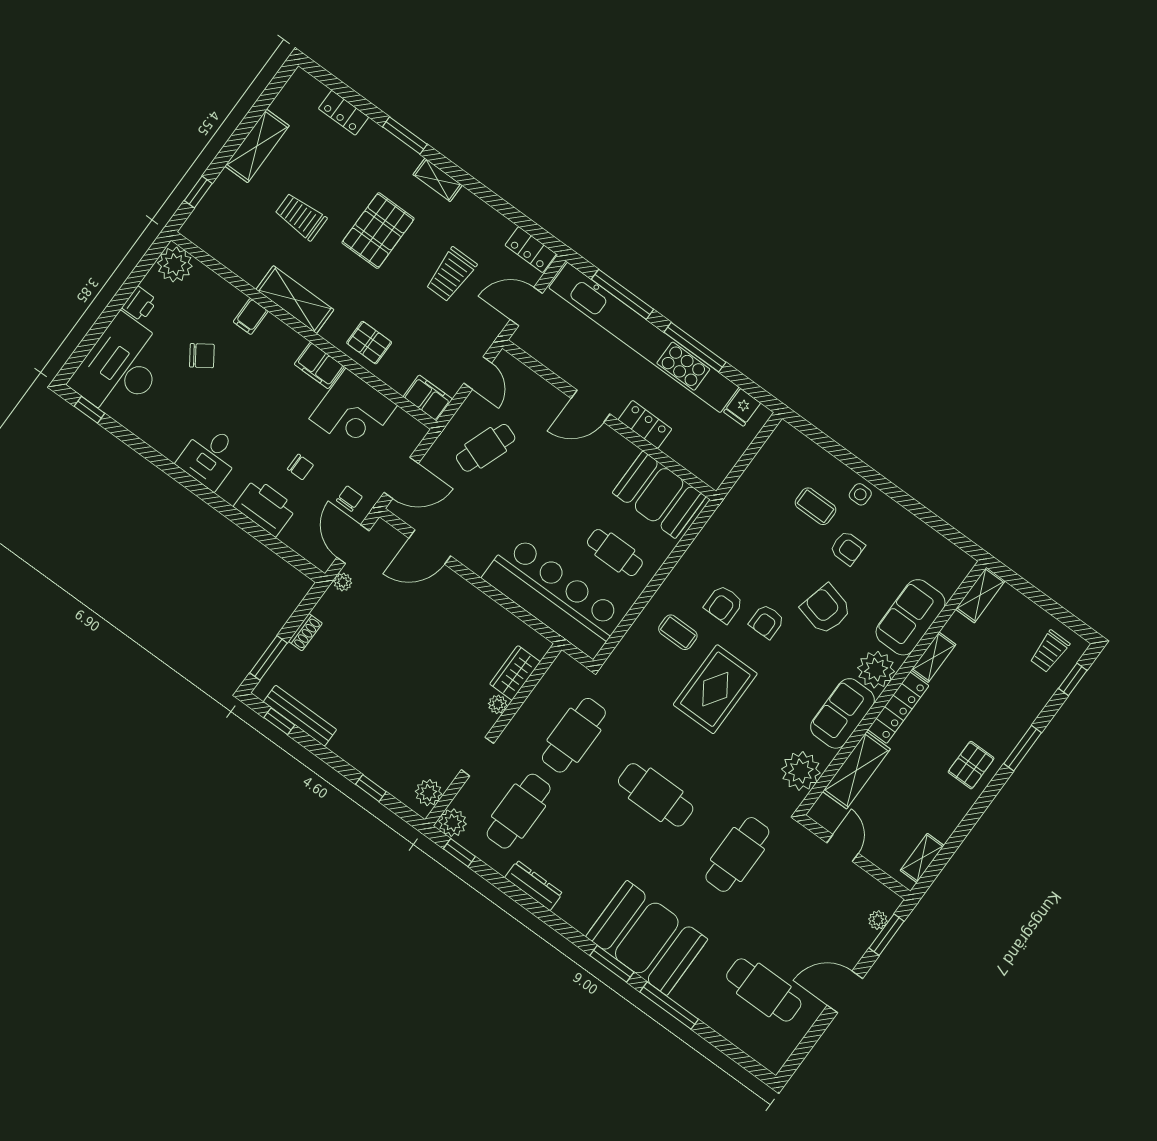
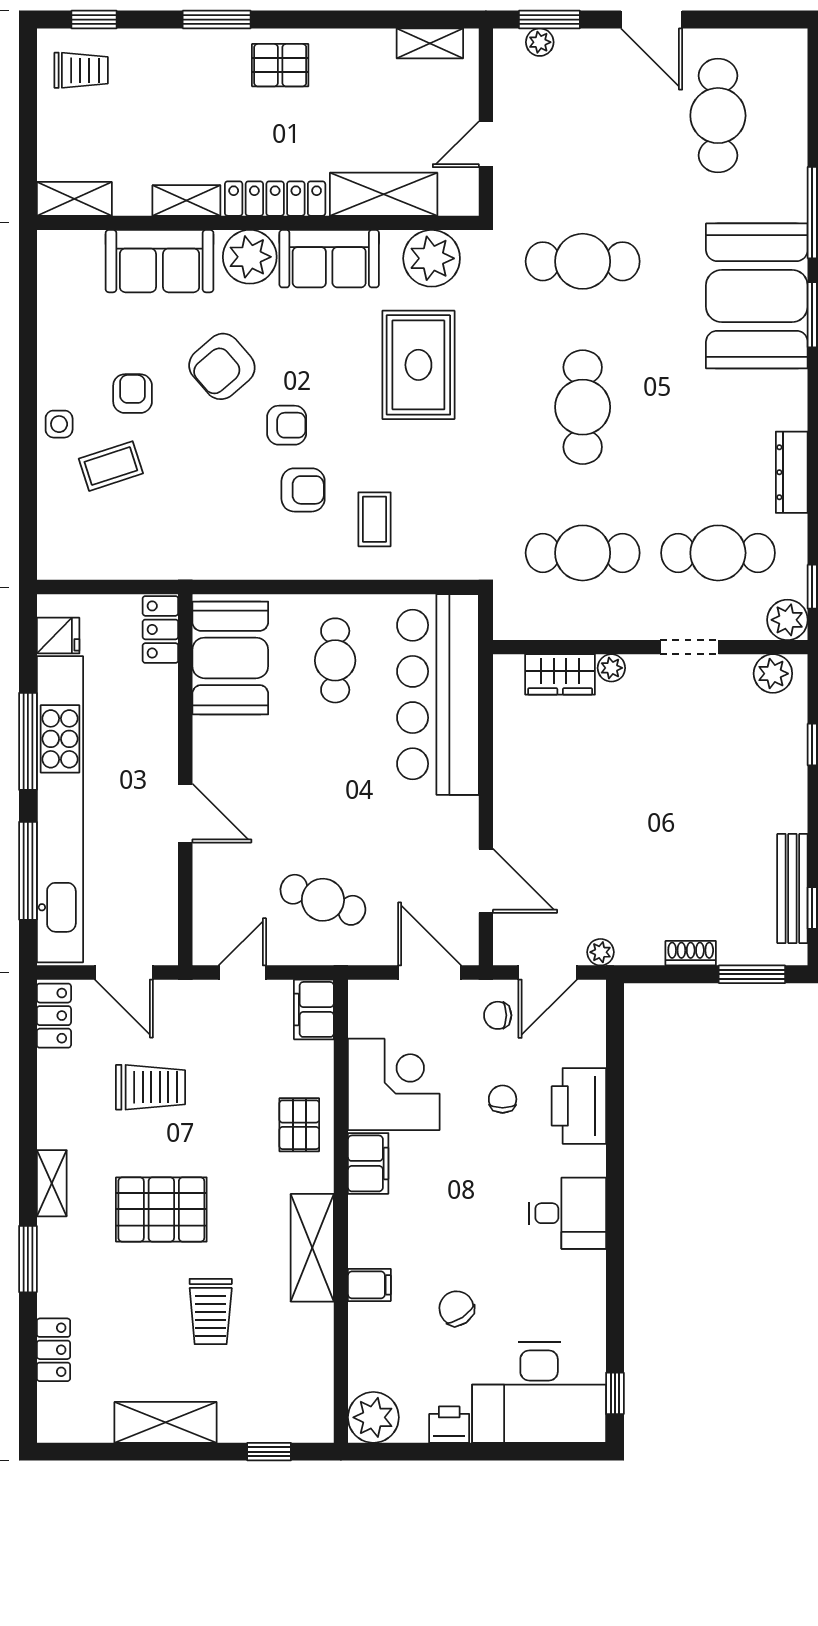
locker: (645, 424) -> (160, 629), moved
coffee table: (816, 506) -> (111, 466), turned 72
armchair: (826, 609) -> (222, 366), turned 35
rug: (715, 689) -> (418, 365), moved, turned 90

